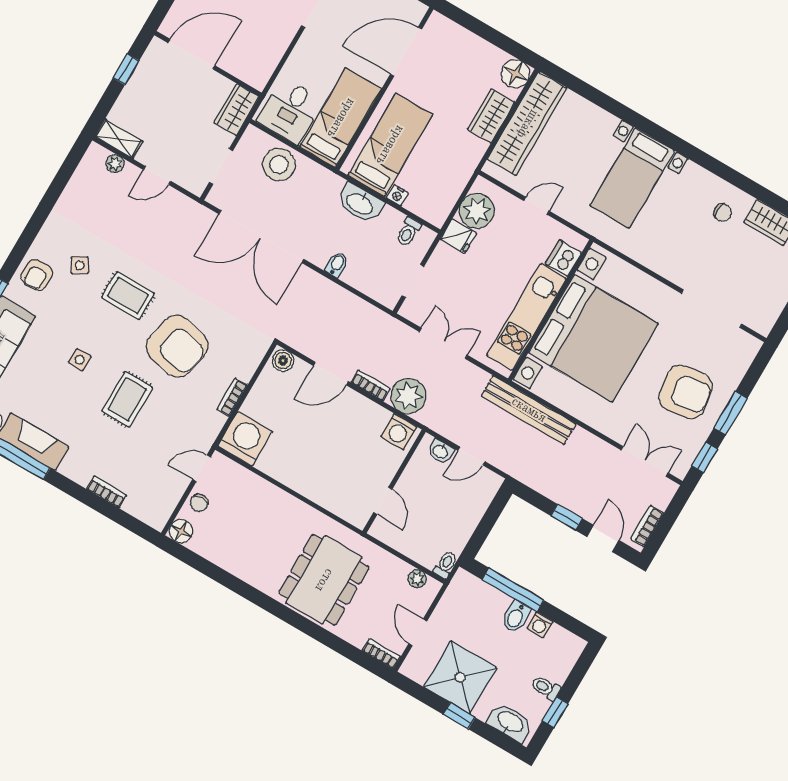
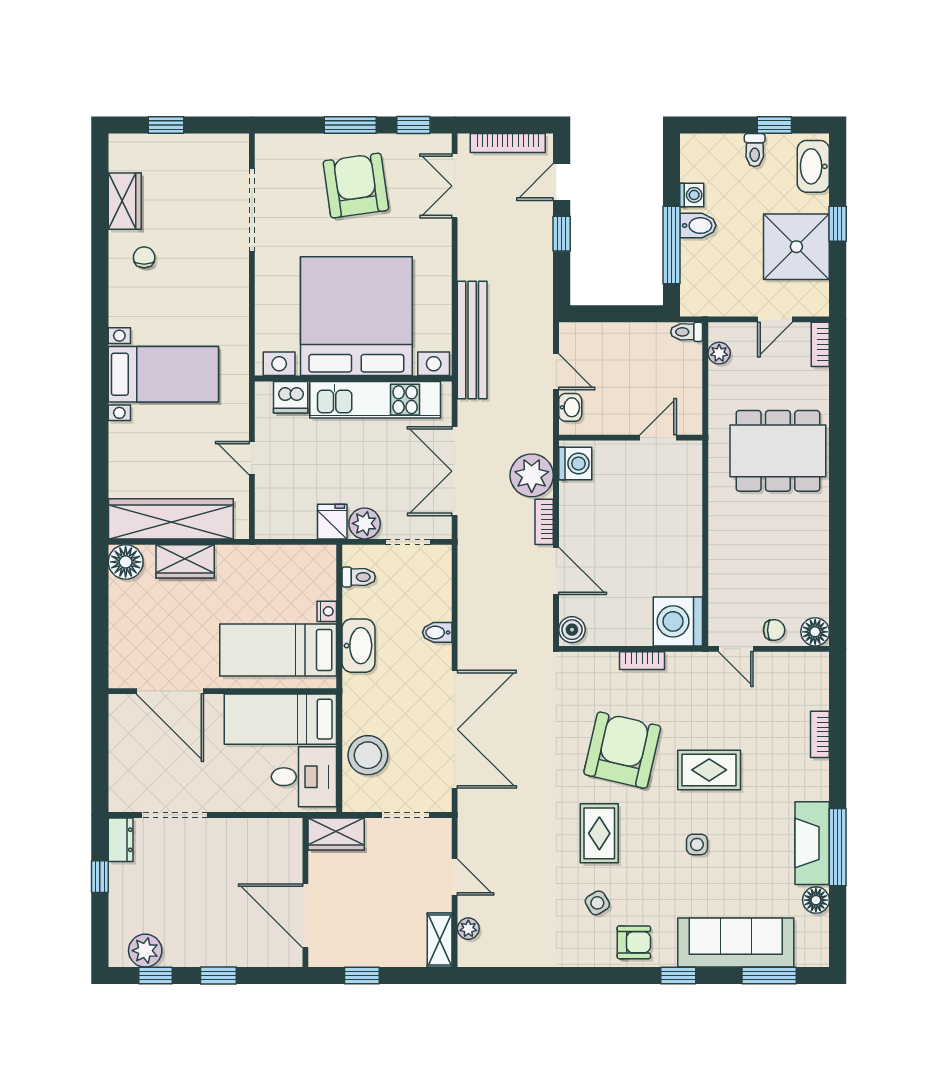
plant: (477, 211) -> (365, 523), moved, width x0.73, depth x0.73
double door: (443, 343) -> (455, 471), width x1.37
bookcase: (647, 526) -> (508, 143), width x1.56

